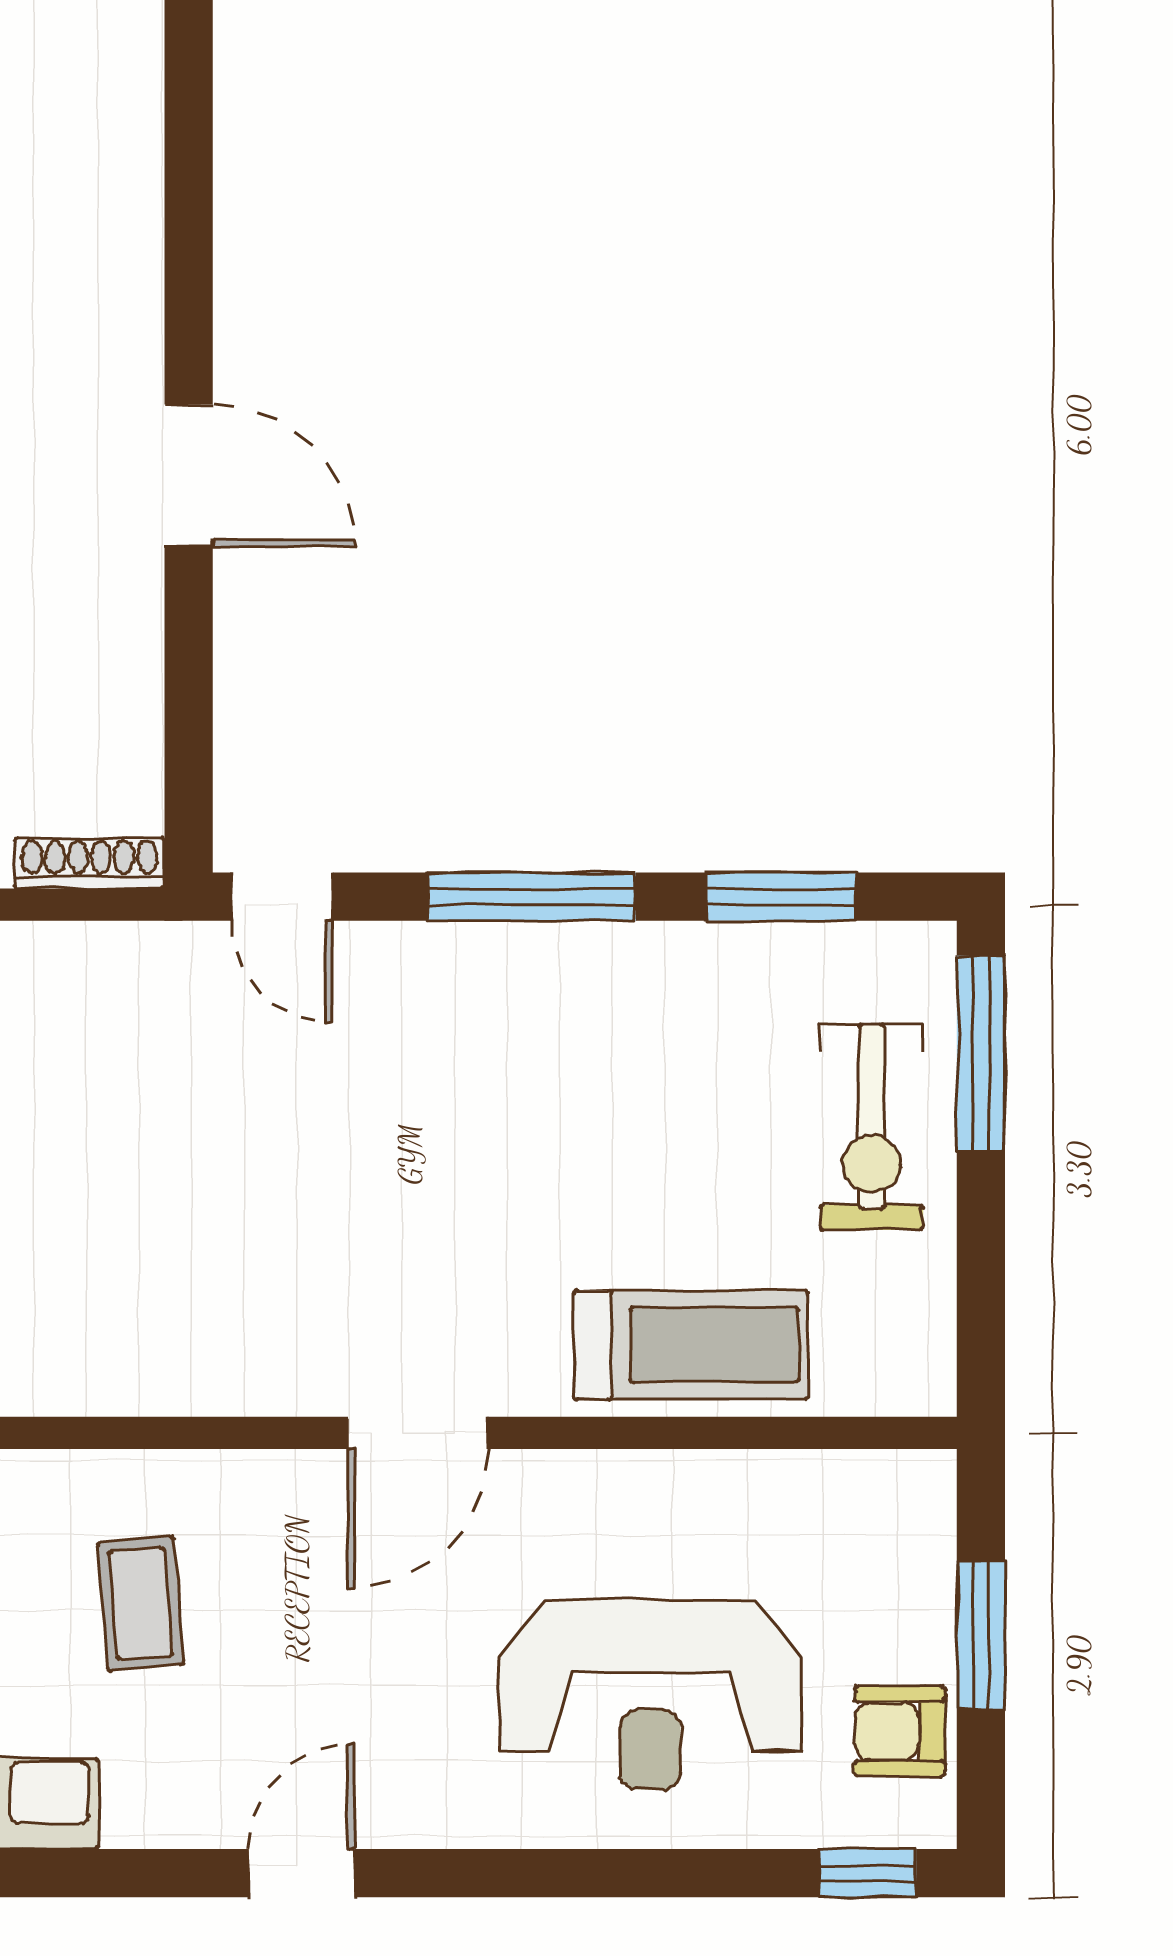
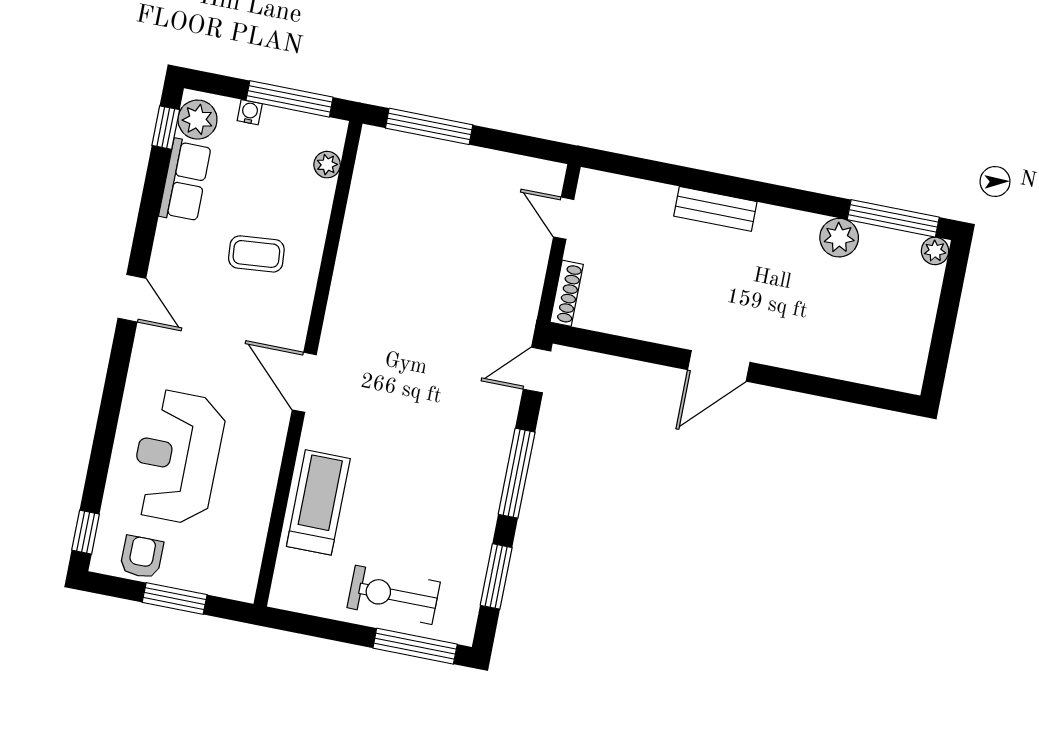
treadmill: (691, 1345) -> (318, 502), turned 180

